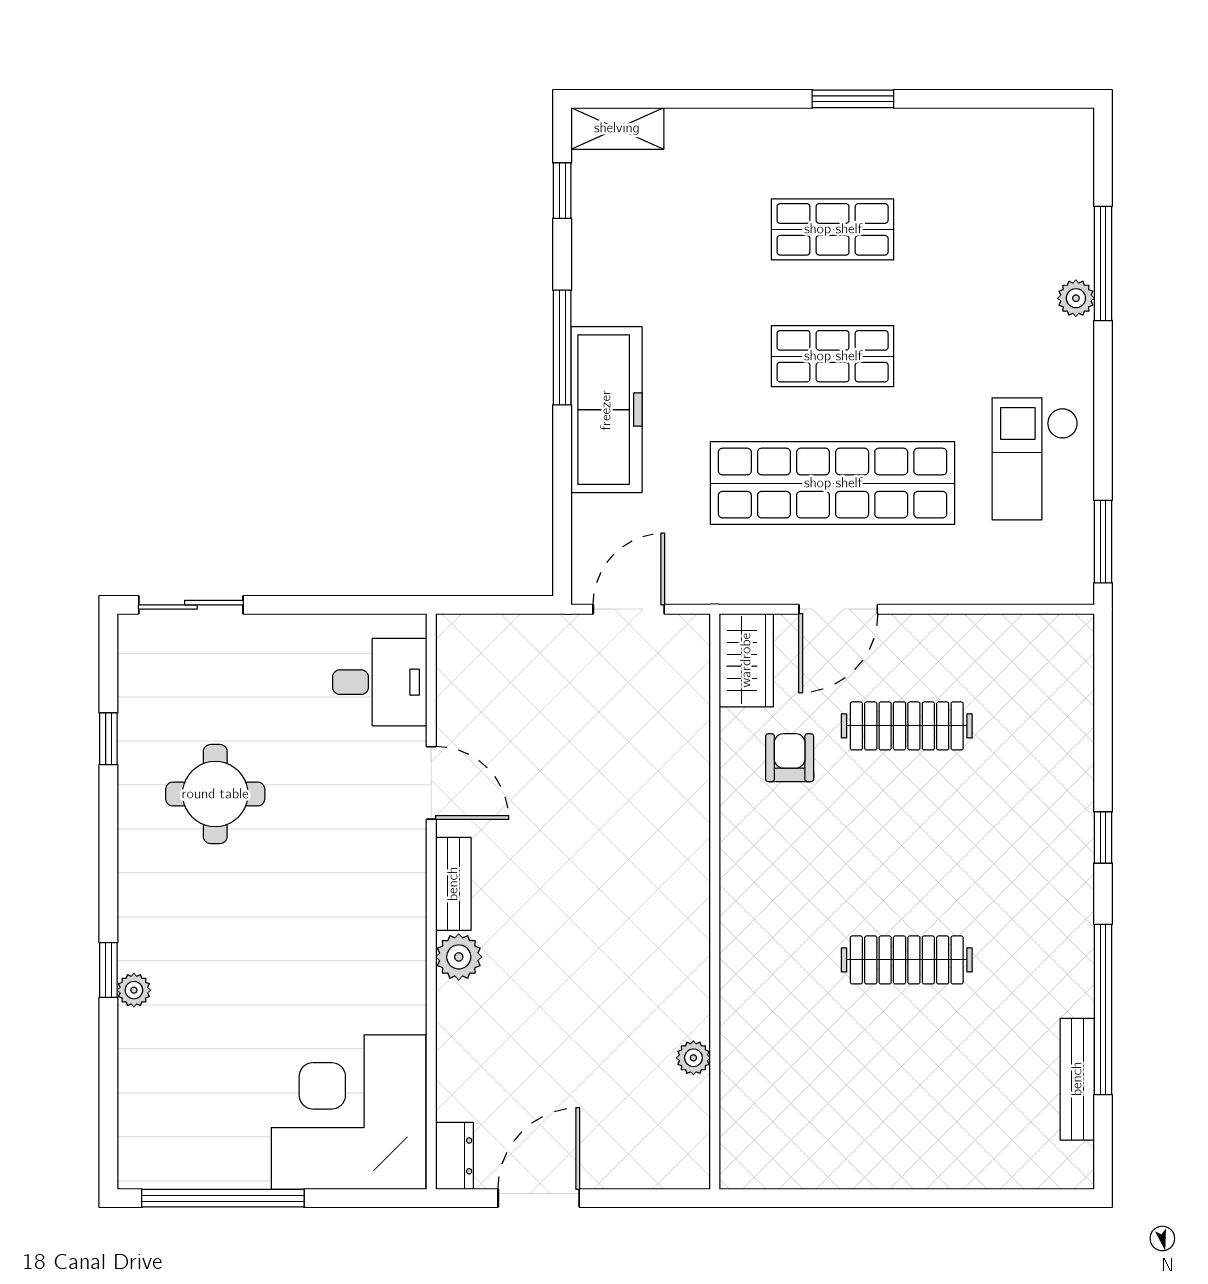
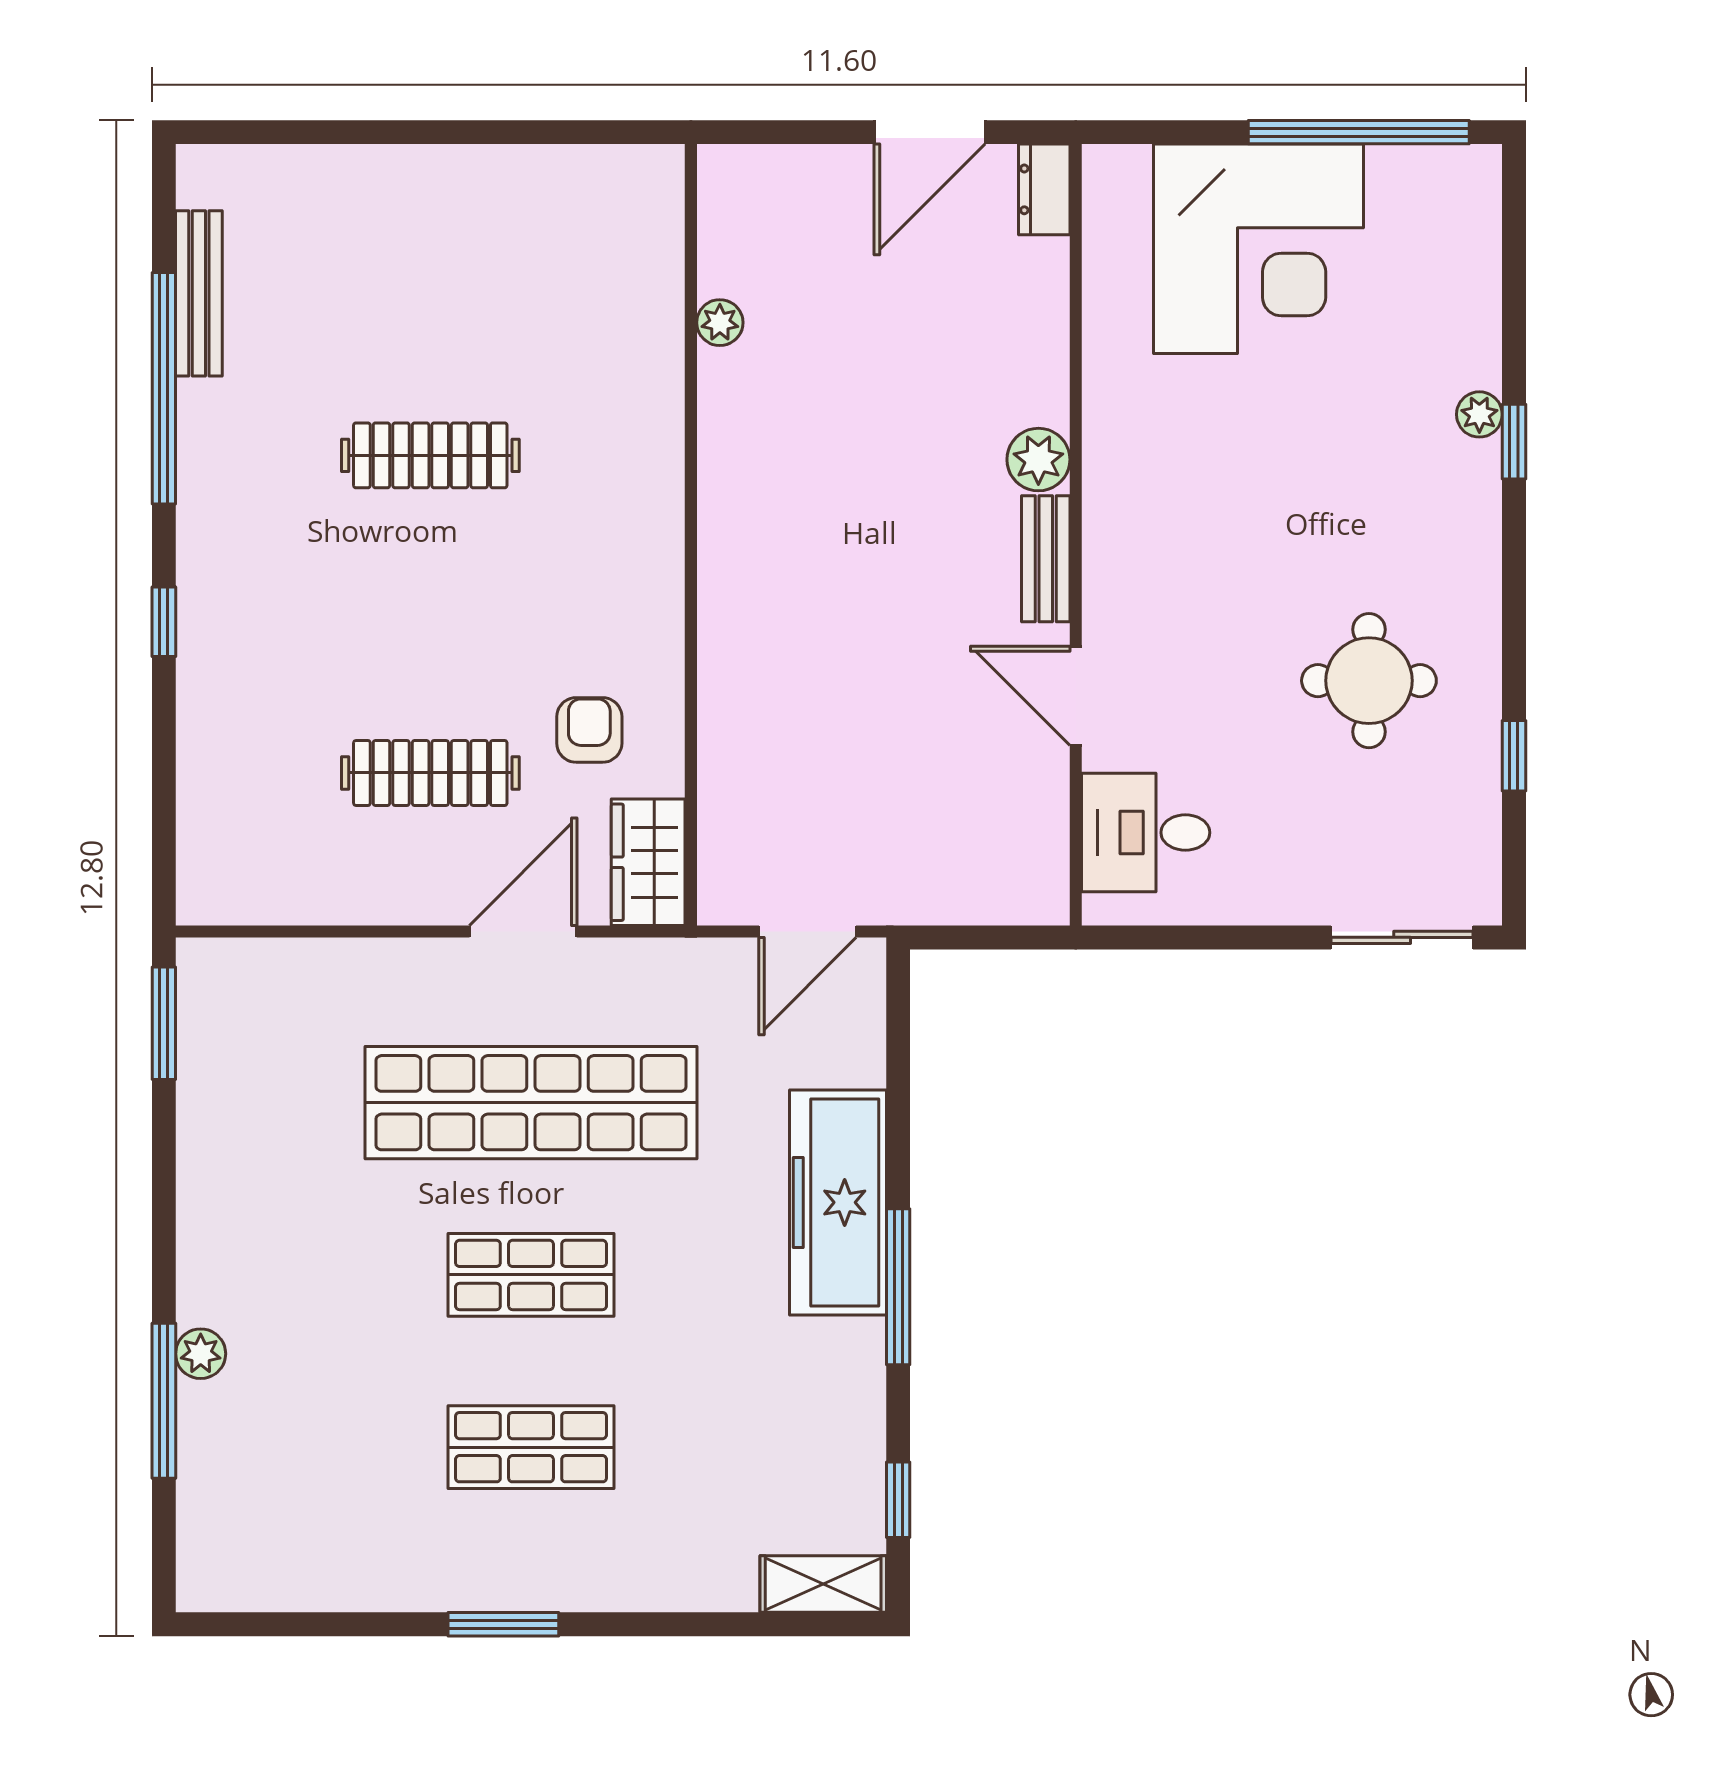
checkout: (1035, 459) -> (256, 1136), removed
armchair: (790, 758) -> (589, 730), turned 180
corner desk: (349, 1112) -> (1258, 249), moved

